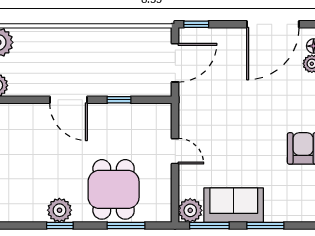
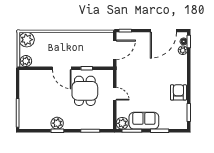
dining table: (114, 189) -> (85, 91), moved

